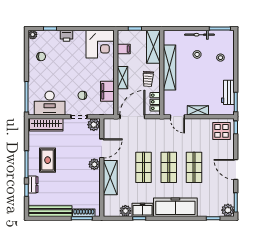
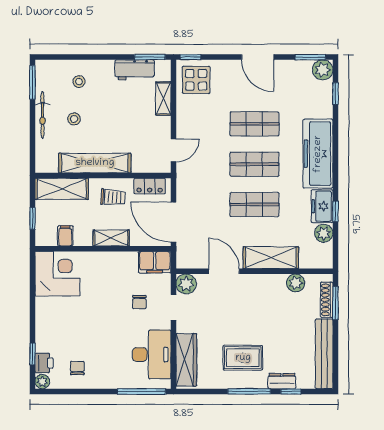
printer: (66, 36) -> (44, 363), moved
filing cabinet: (107, 91) -> (155, 262), moved
shelving: (198, 110) -> (163, 98), moved
plant: (94, 164) -> (296, 283), moved
door: (236, 169) -> (258, 57), hinge flipped

